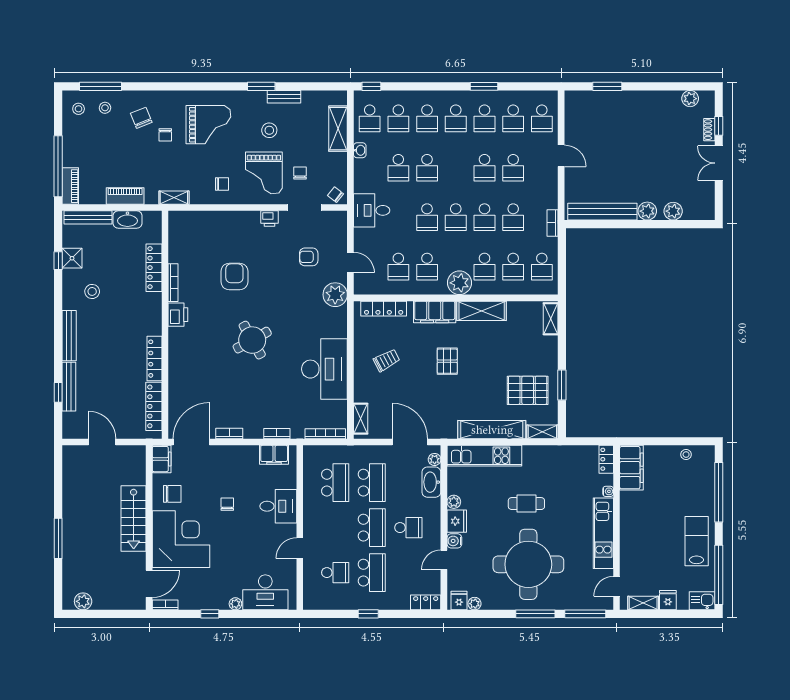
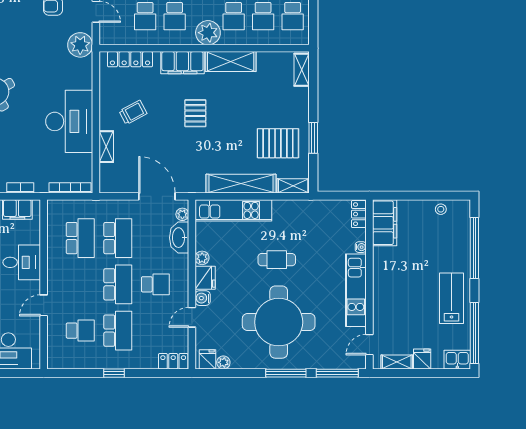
shelving: (361, 419) -> (106, 147), moved

